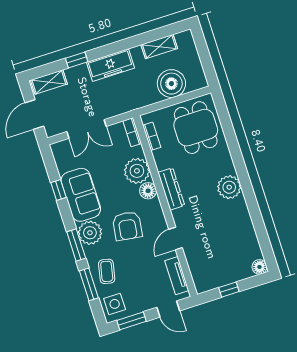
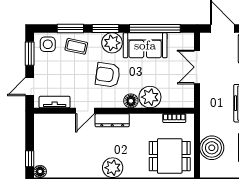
bookcase: (132, 132) -> (183, 103), removed
dresser: (171, 189) -> (112, 120), moved
window: (59, 190) -> (155, 28), width x3.17
door: (176, 239) -> (85, 111), swing flipped
window: (229, 290) -> (30, 159), moved

